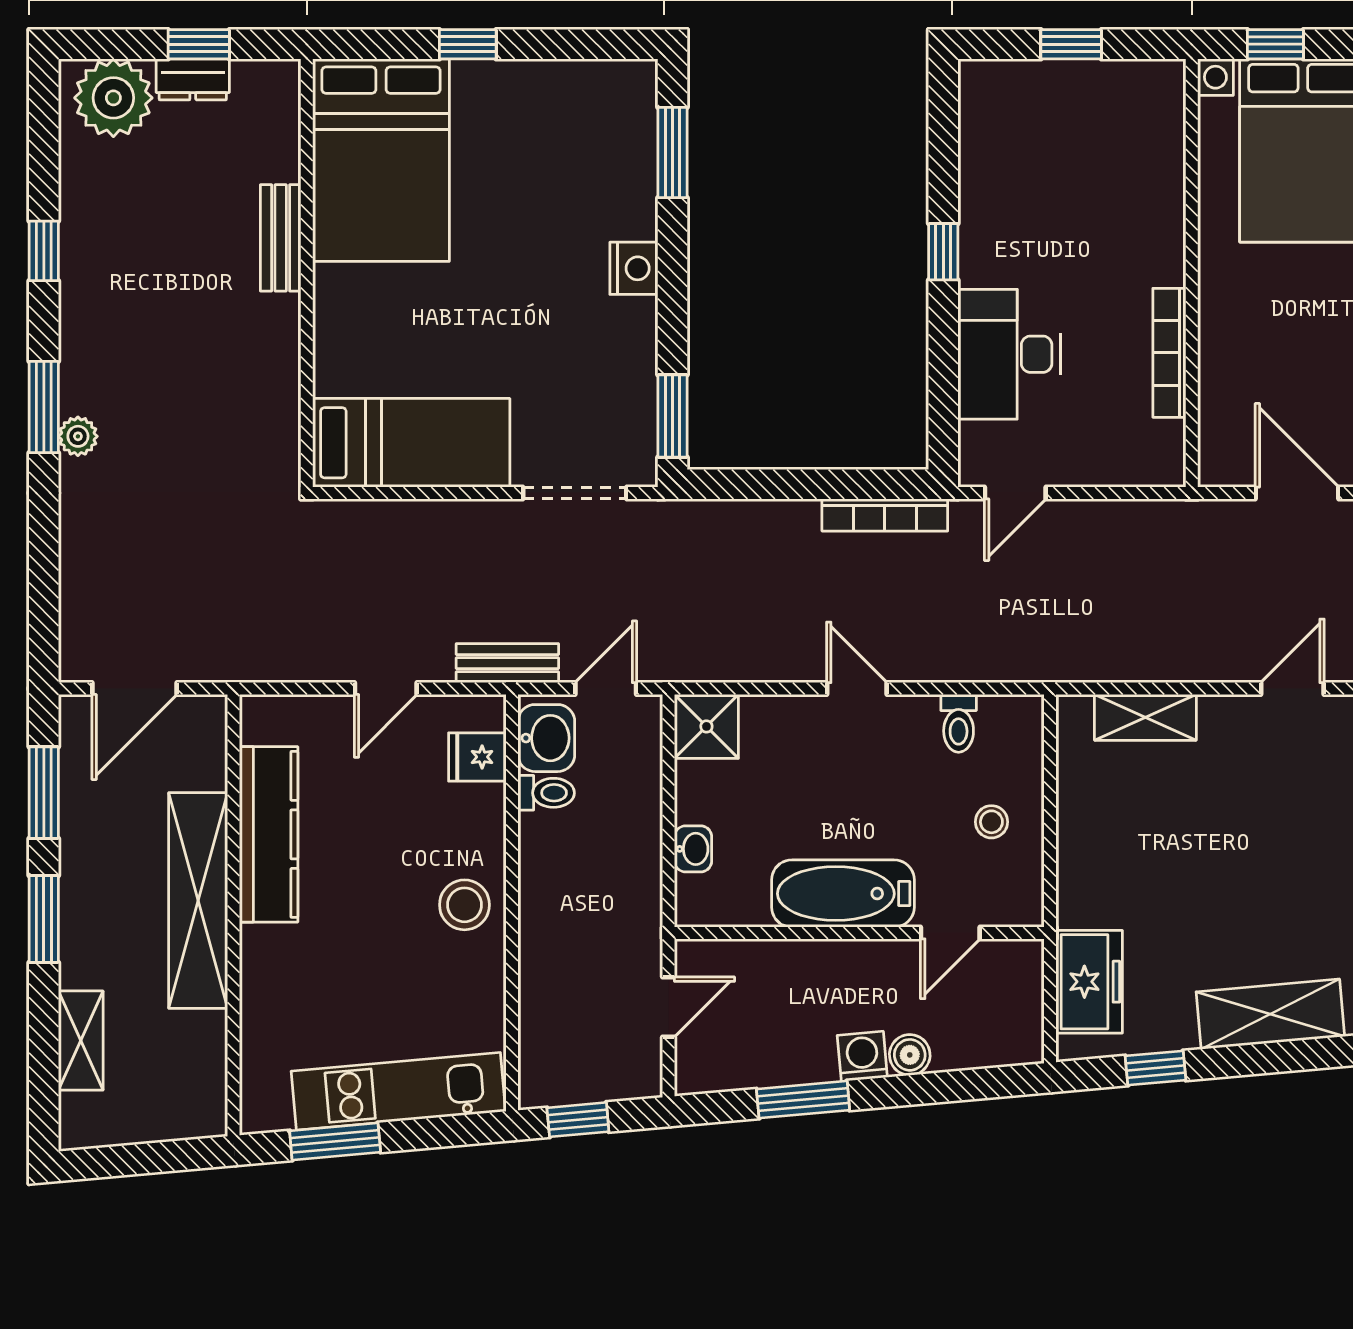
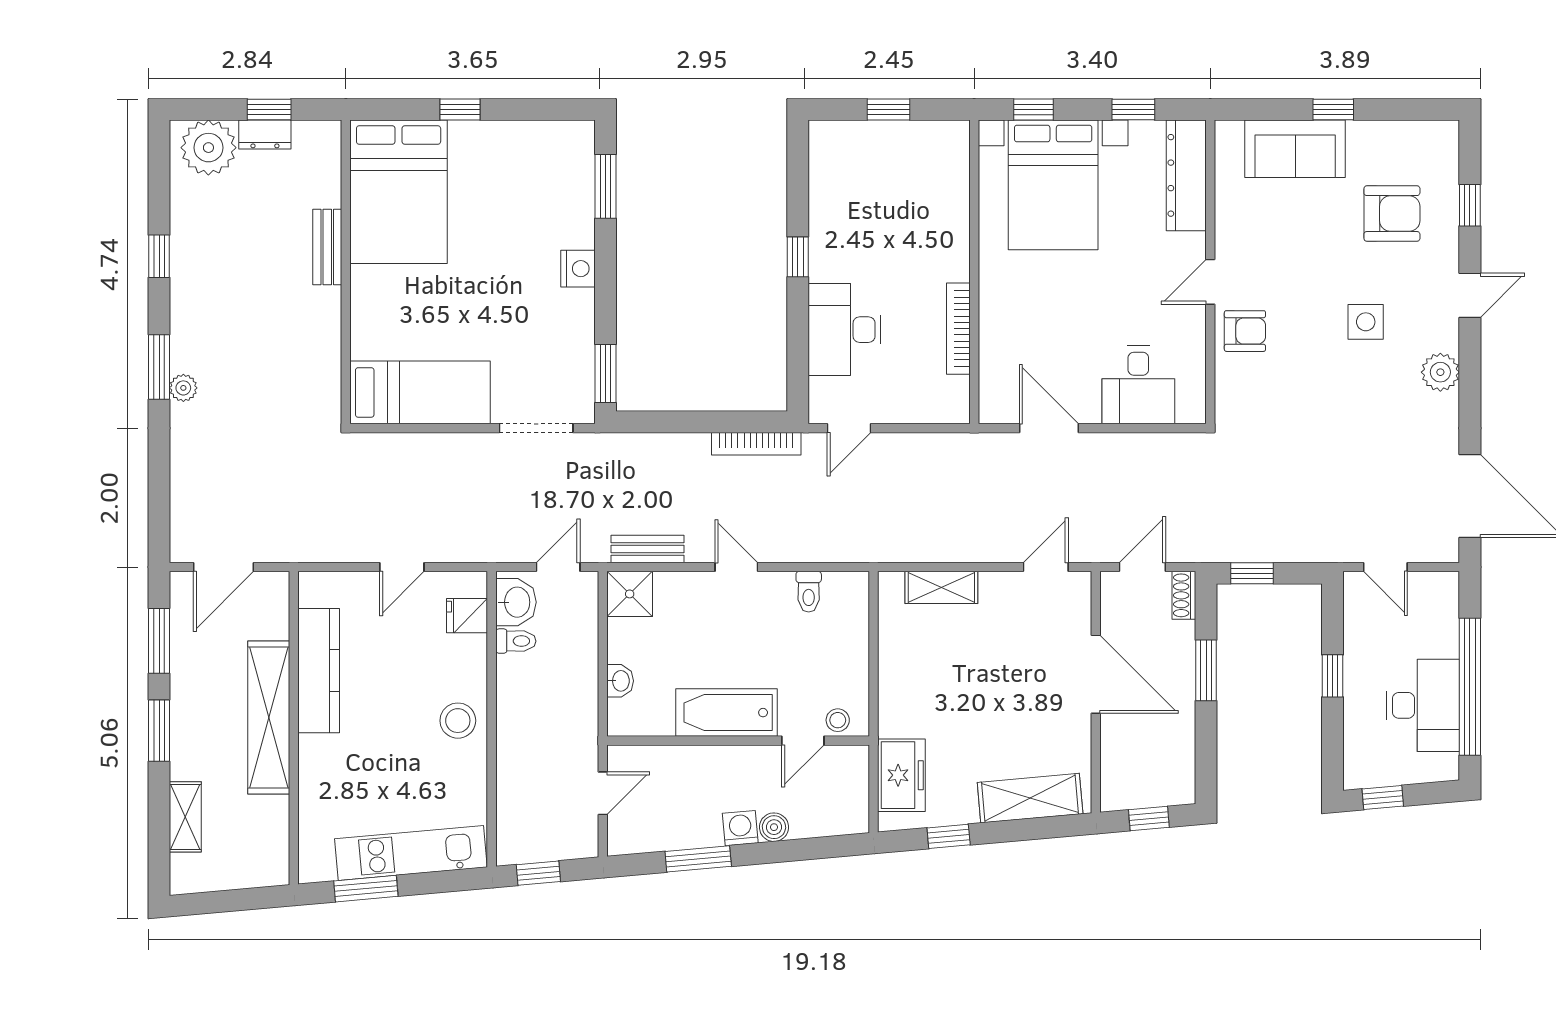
bench: (507, 663) -> (648, 549), moved
stool: (991, 822) -> (838, 720), moved

